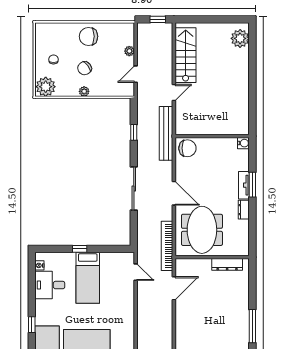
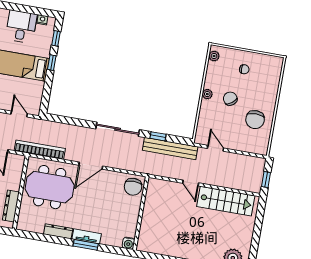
chair: (88, 36) -> (255, 120), moved, turned 180
plant: (129, 51) -> (239, 146), removed
plant: (46, 87) -> (214, 56), width x0.53, depth x0.53
bench: (166, 133) -> (170, 149), moved
sliding door: (134, 188) -> (118, 129), moved
dresser: (244, 210) -> (58, 231), width x1.44
window: (55, 249) -> (56, 38), added
door: (136, 272) -> (19, 114), swing flipped

